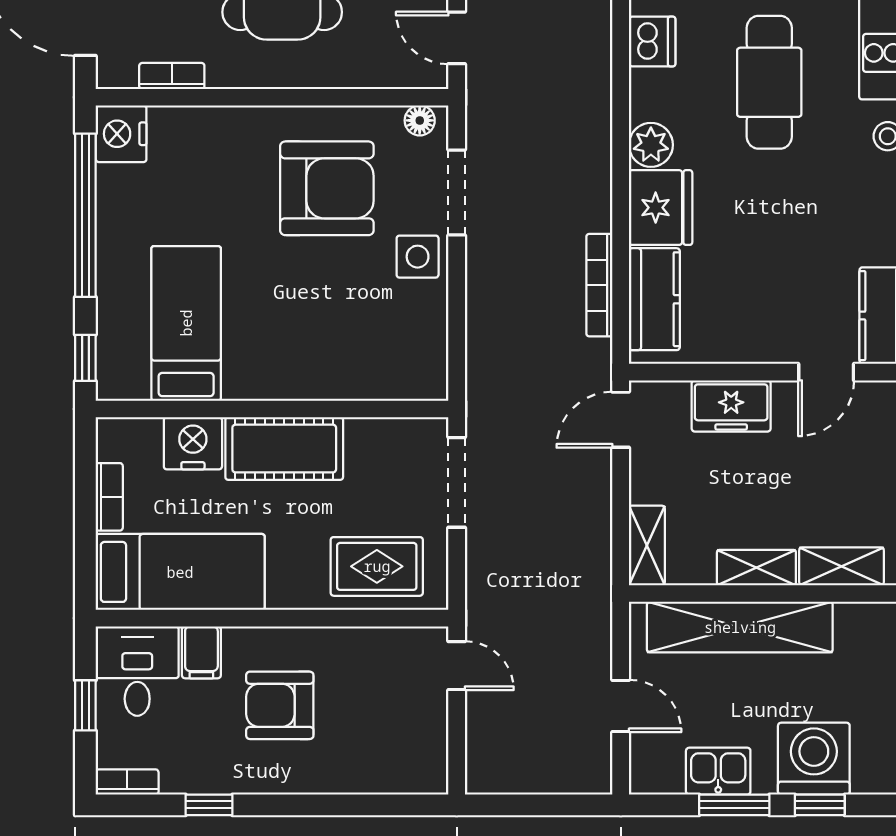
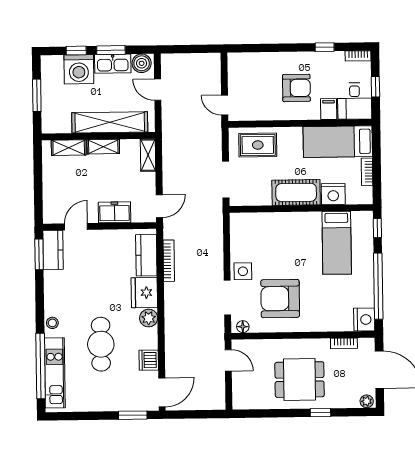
boiler: (659, 771) -> (142, 63), added
kitchen sink: (718, 771) -> (113, 64), width x1.38

